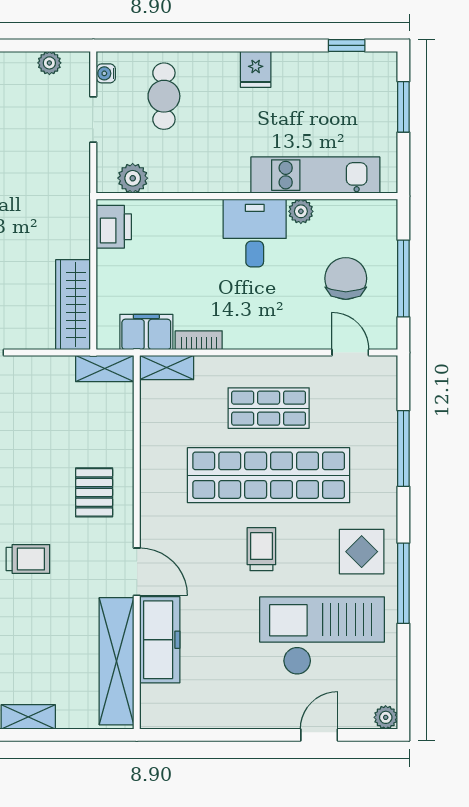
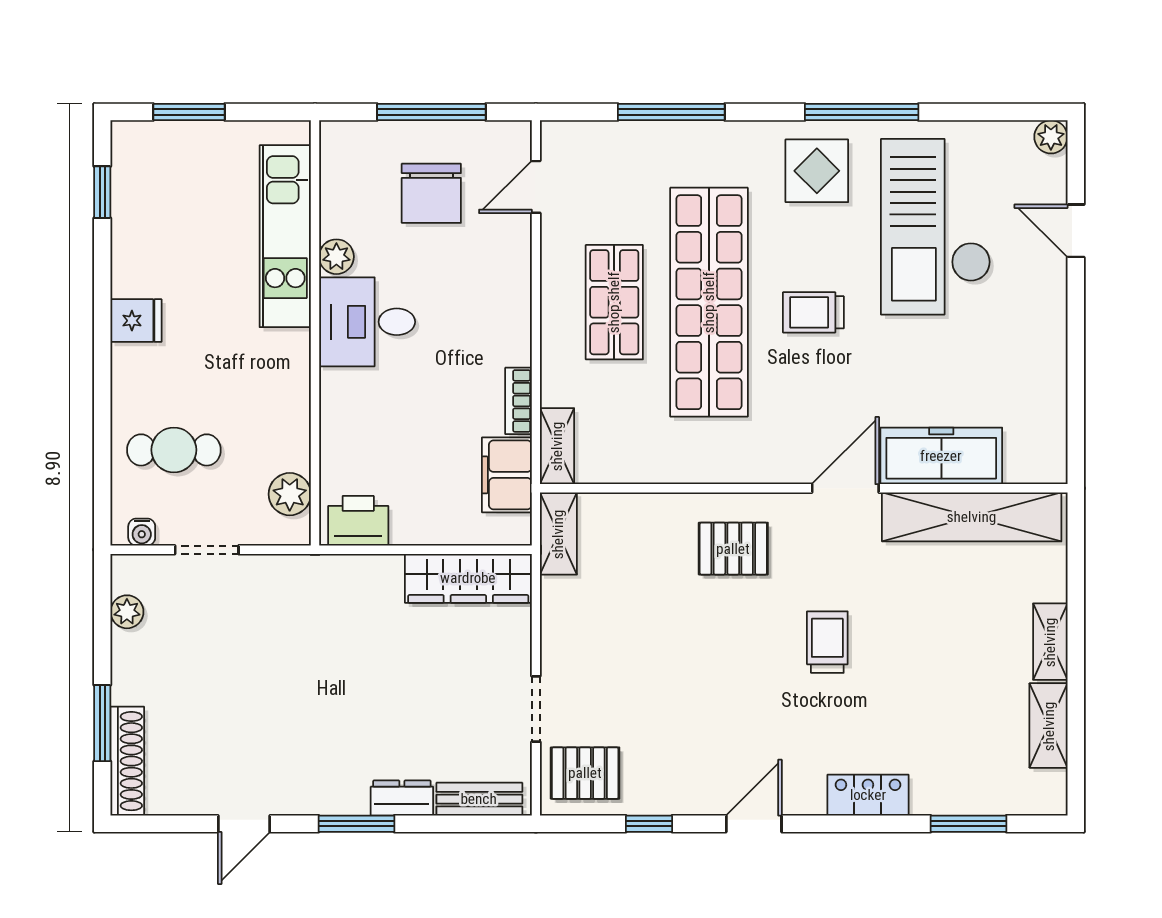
chair: (346, 278) -> (431, 193), turned -90

